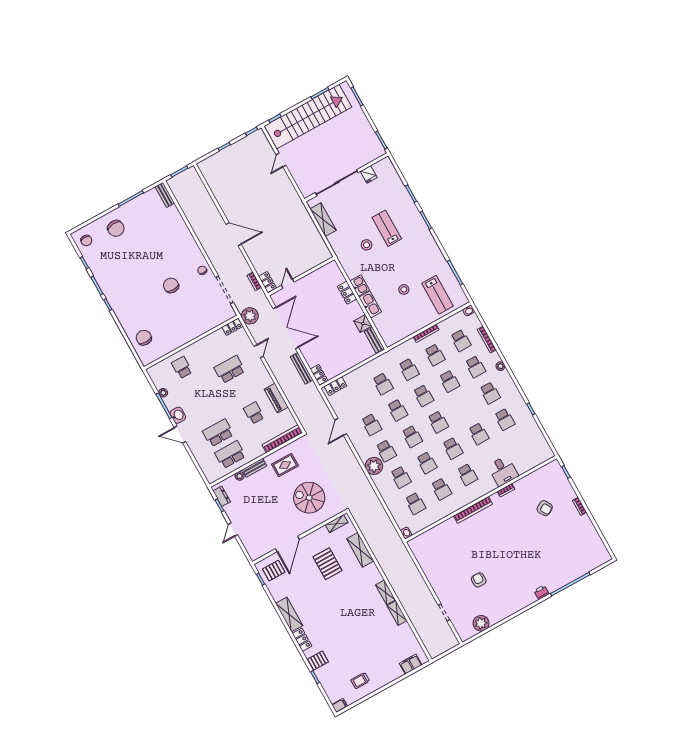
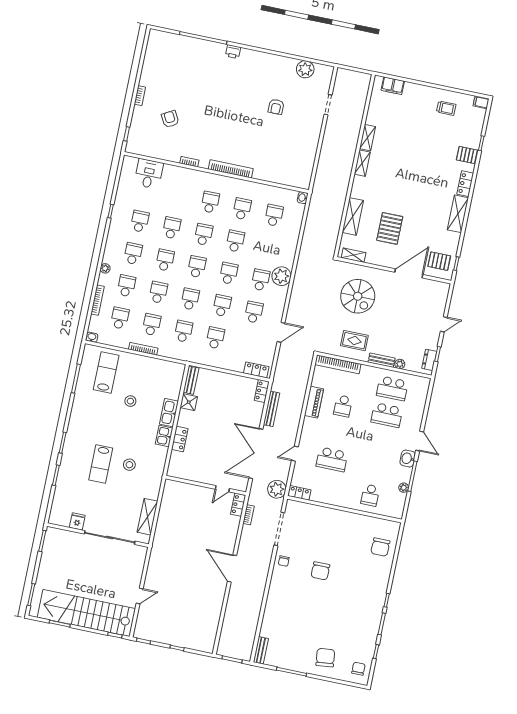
desk: (503, 471) -> (149, 174), moved
school desk: (401, 477) -> (165, 260), moved

